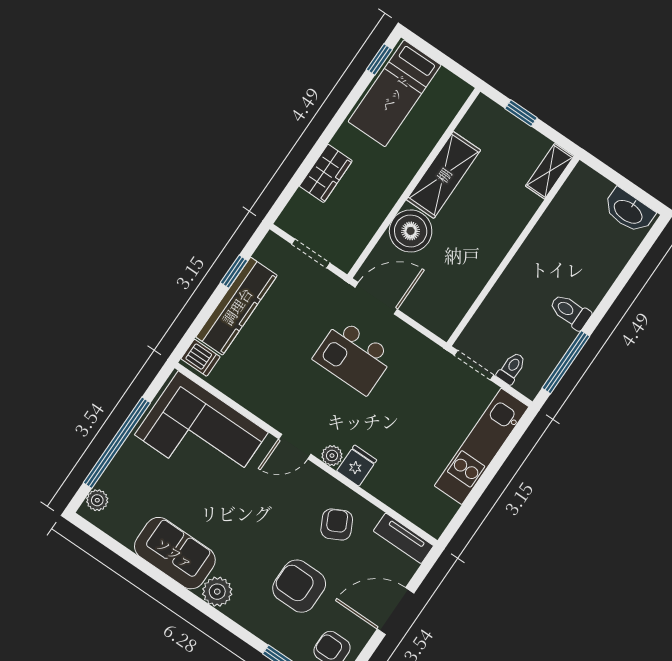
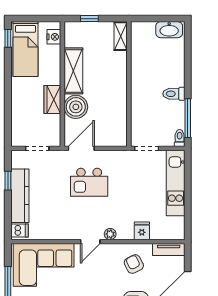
nightstand: (449, 104) -> (54, 37), added
wardrobe: (326, 173) -> (52, 99), moved, turned 180
toilet: (511, 368) -> (180, 138), moved
fridge: (357, 466) -> (142, 231), moved

